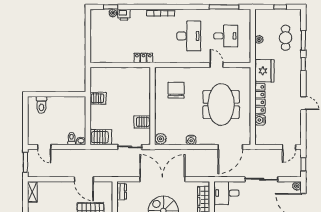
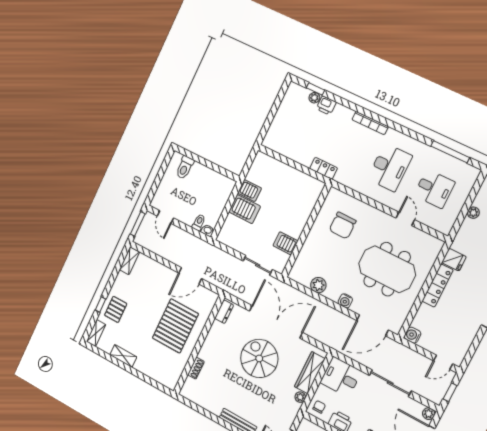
fridge: (264, 71) -> (454, 260), width x0.53, depth x0.75
chair: (176, 90) -> (343, 225), turned 180
meeting table: (221, 104) -> (387, 269), turned 90
water cooler: (260, 120) -> (413, 335), moved
server rack: (101, 137) -> (245, 209), moved
plant: (161, 139) -> (318, 285), moved
water cooler: (191, 140) -> (345, 301), moved
door: (84, 179) -> (190, 276), hinge flipped

